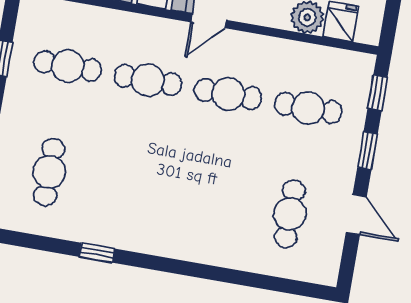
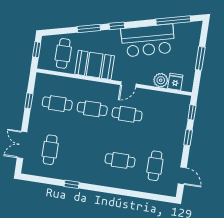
door: (209, 21) -> (128, 84), moved
cafe table: (308, 108) -> (120, 160), moved
door: (356, 215) -> (182, 176), moved

